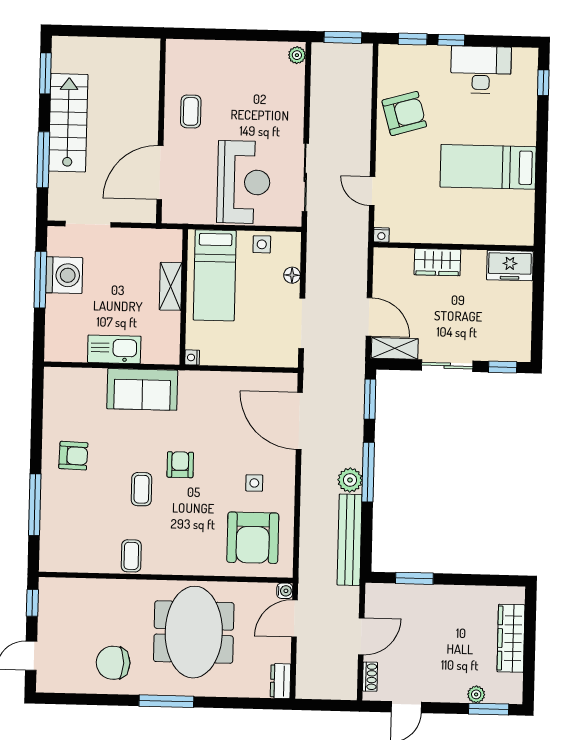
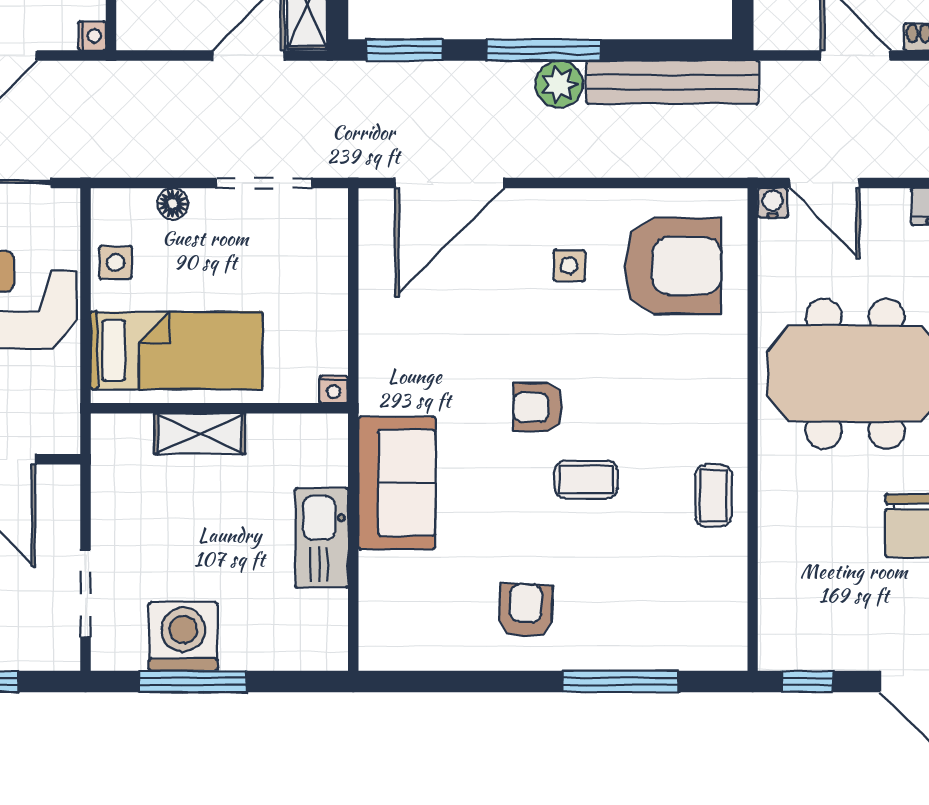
coffee table: (131, 556) -> (713, 496), turned 90

